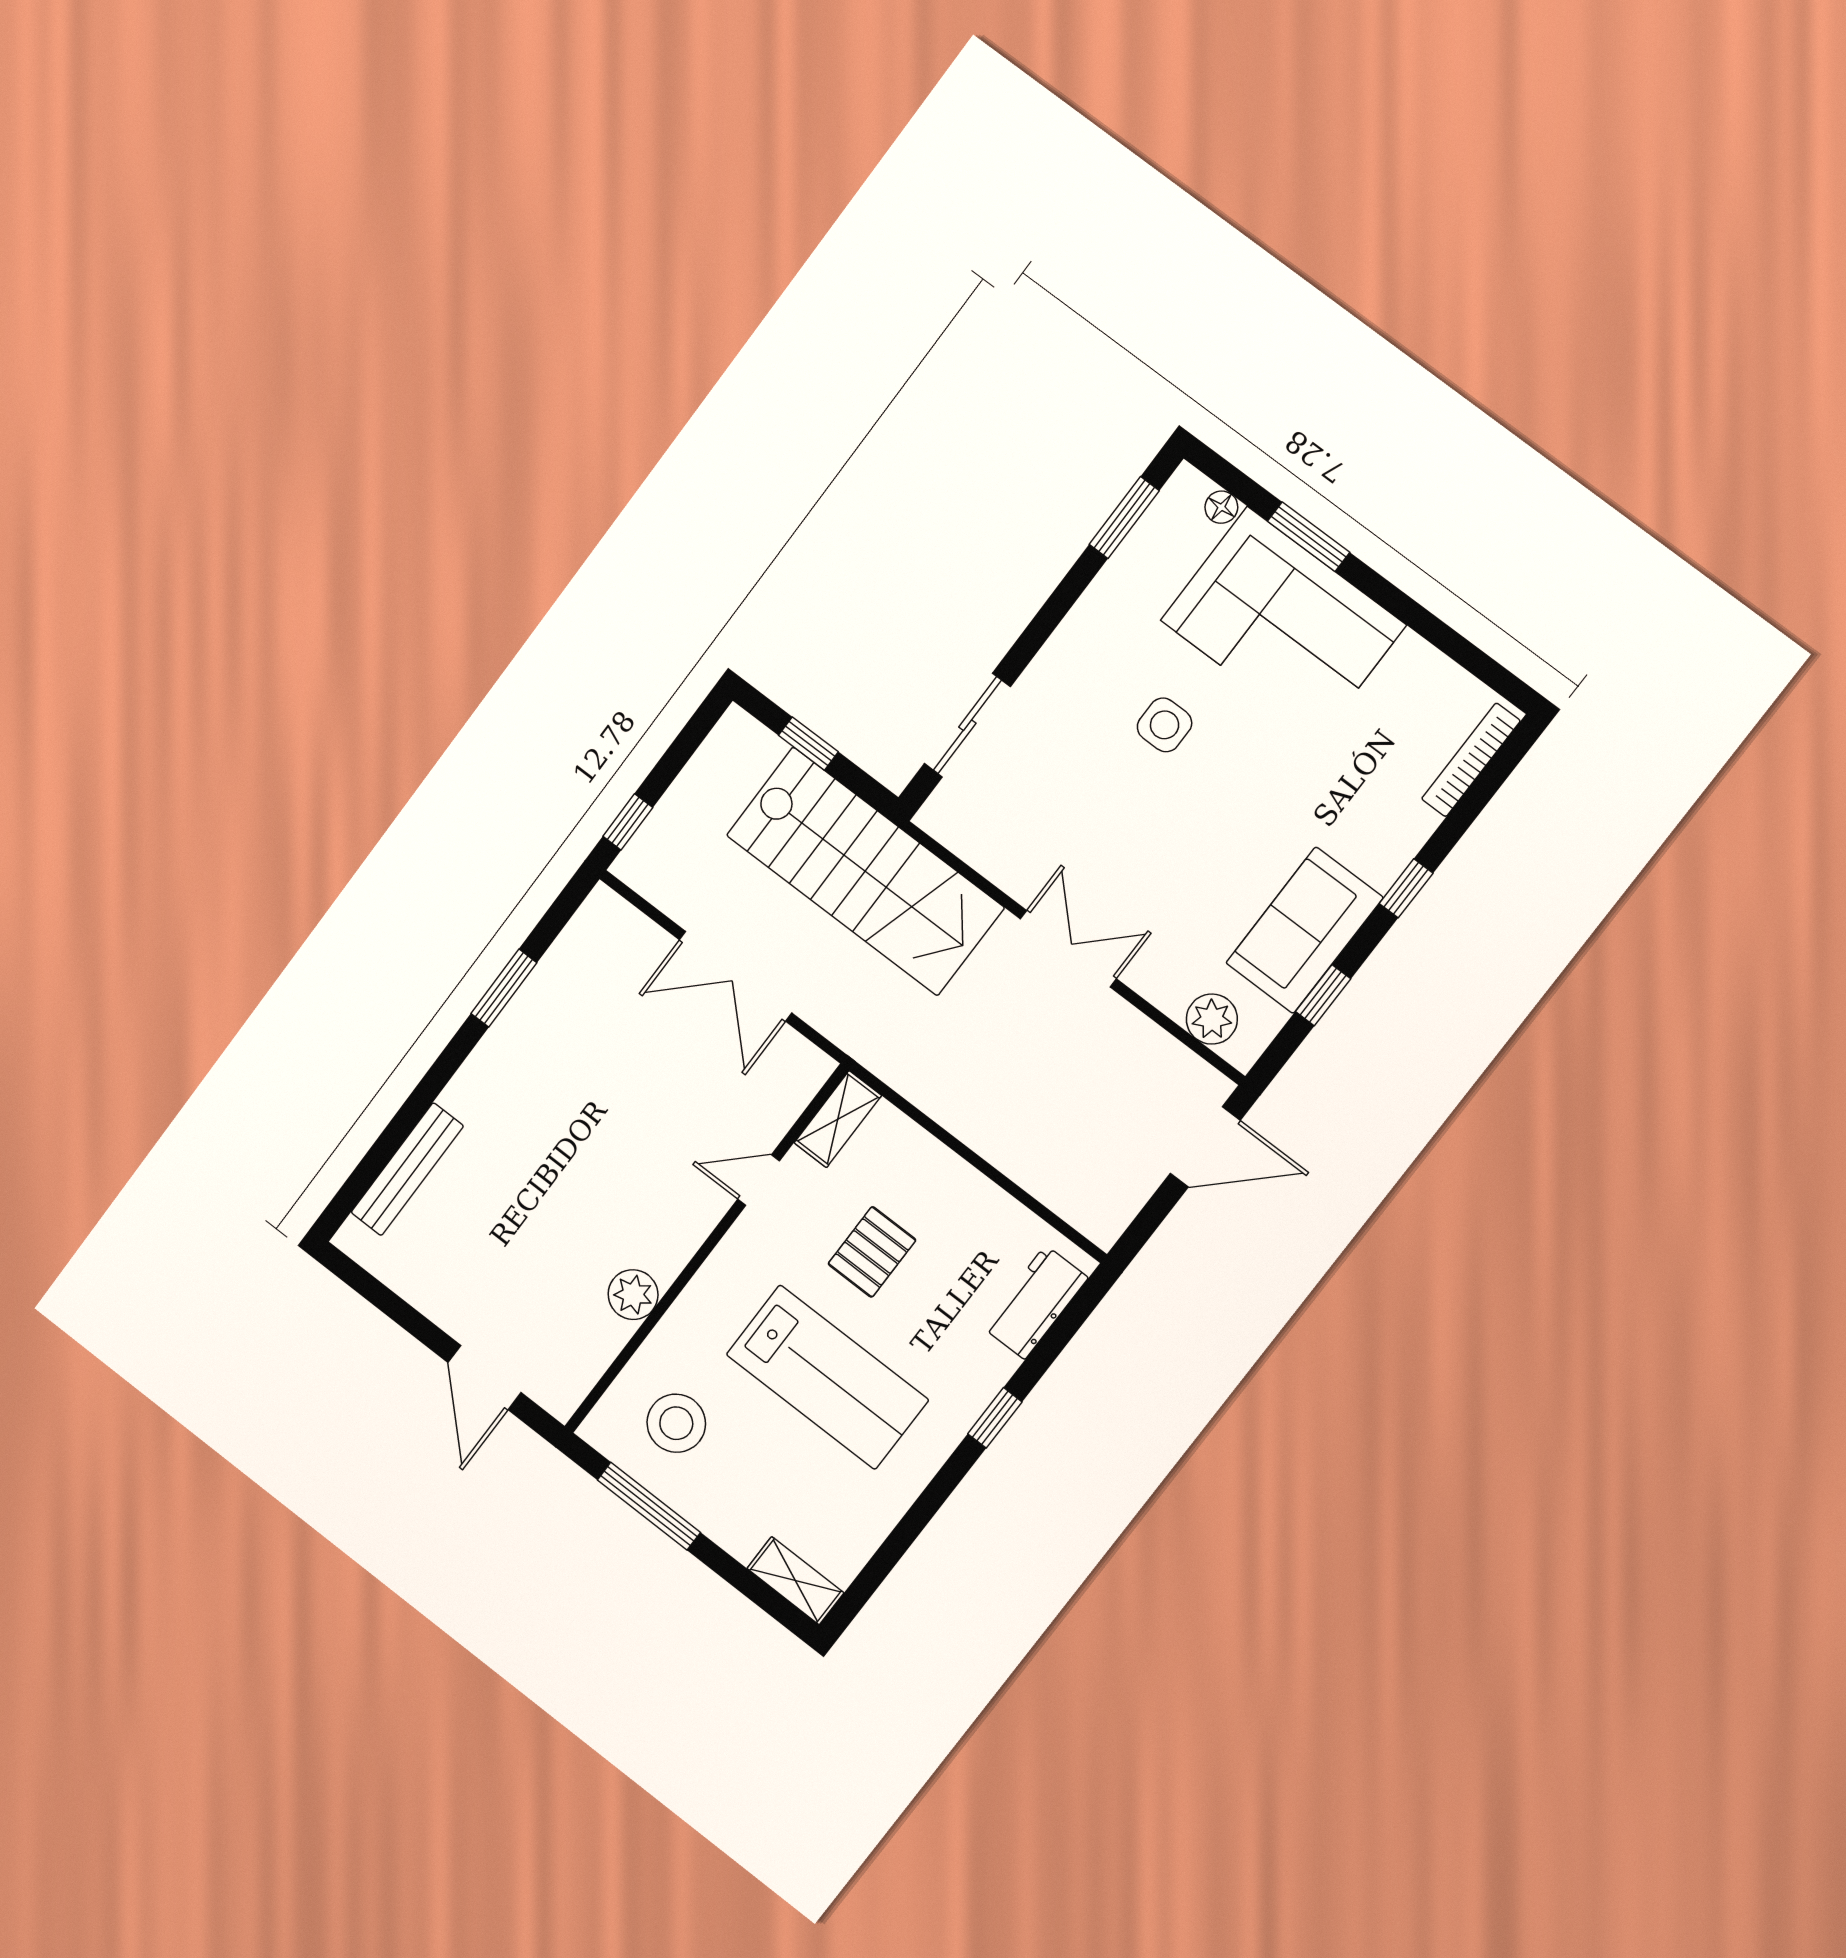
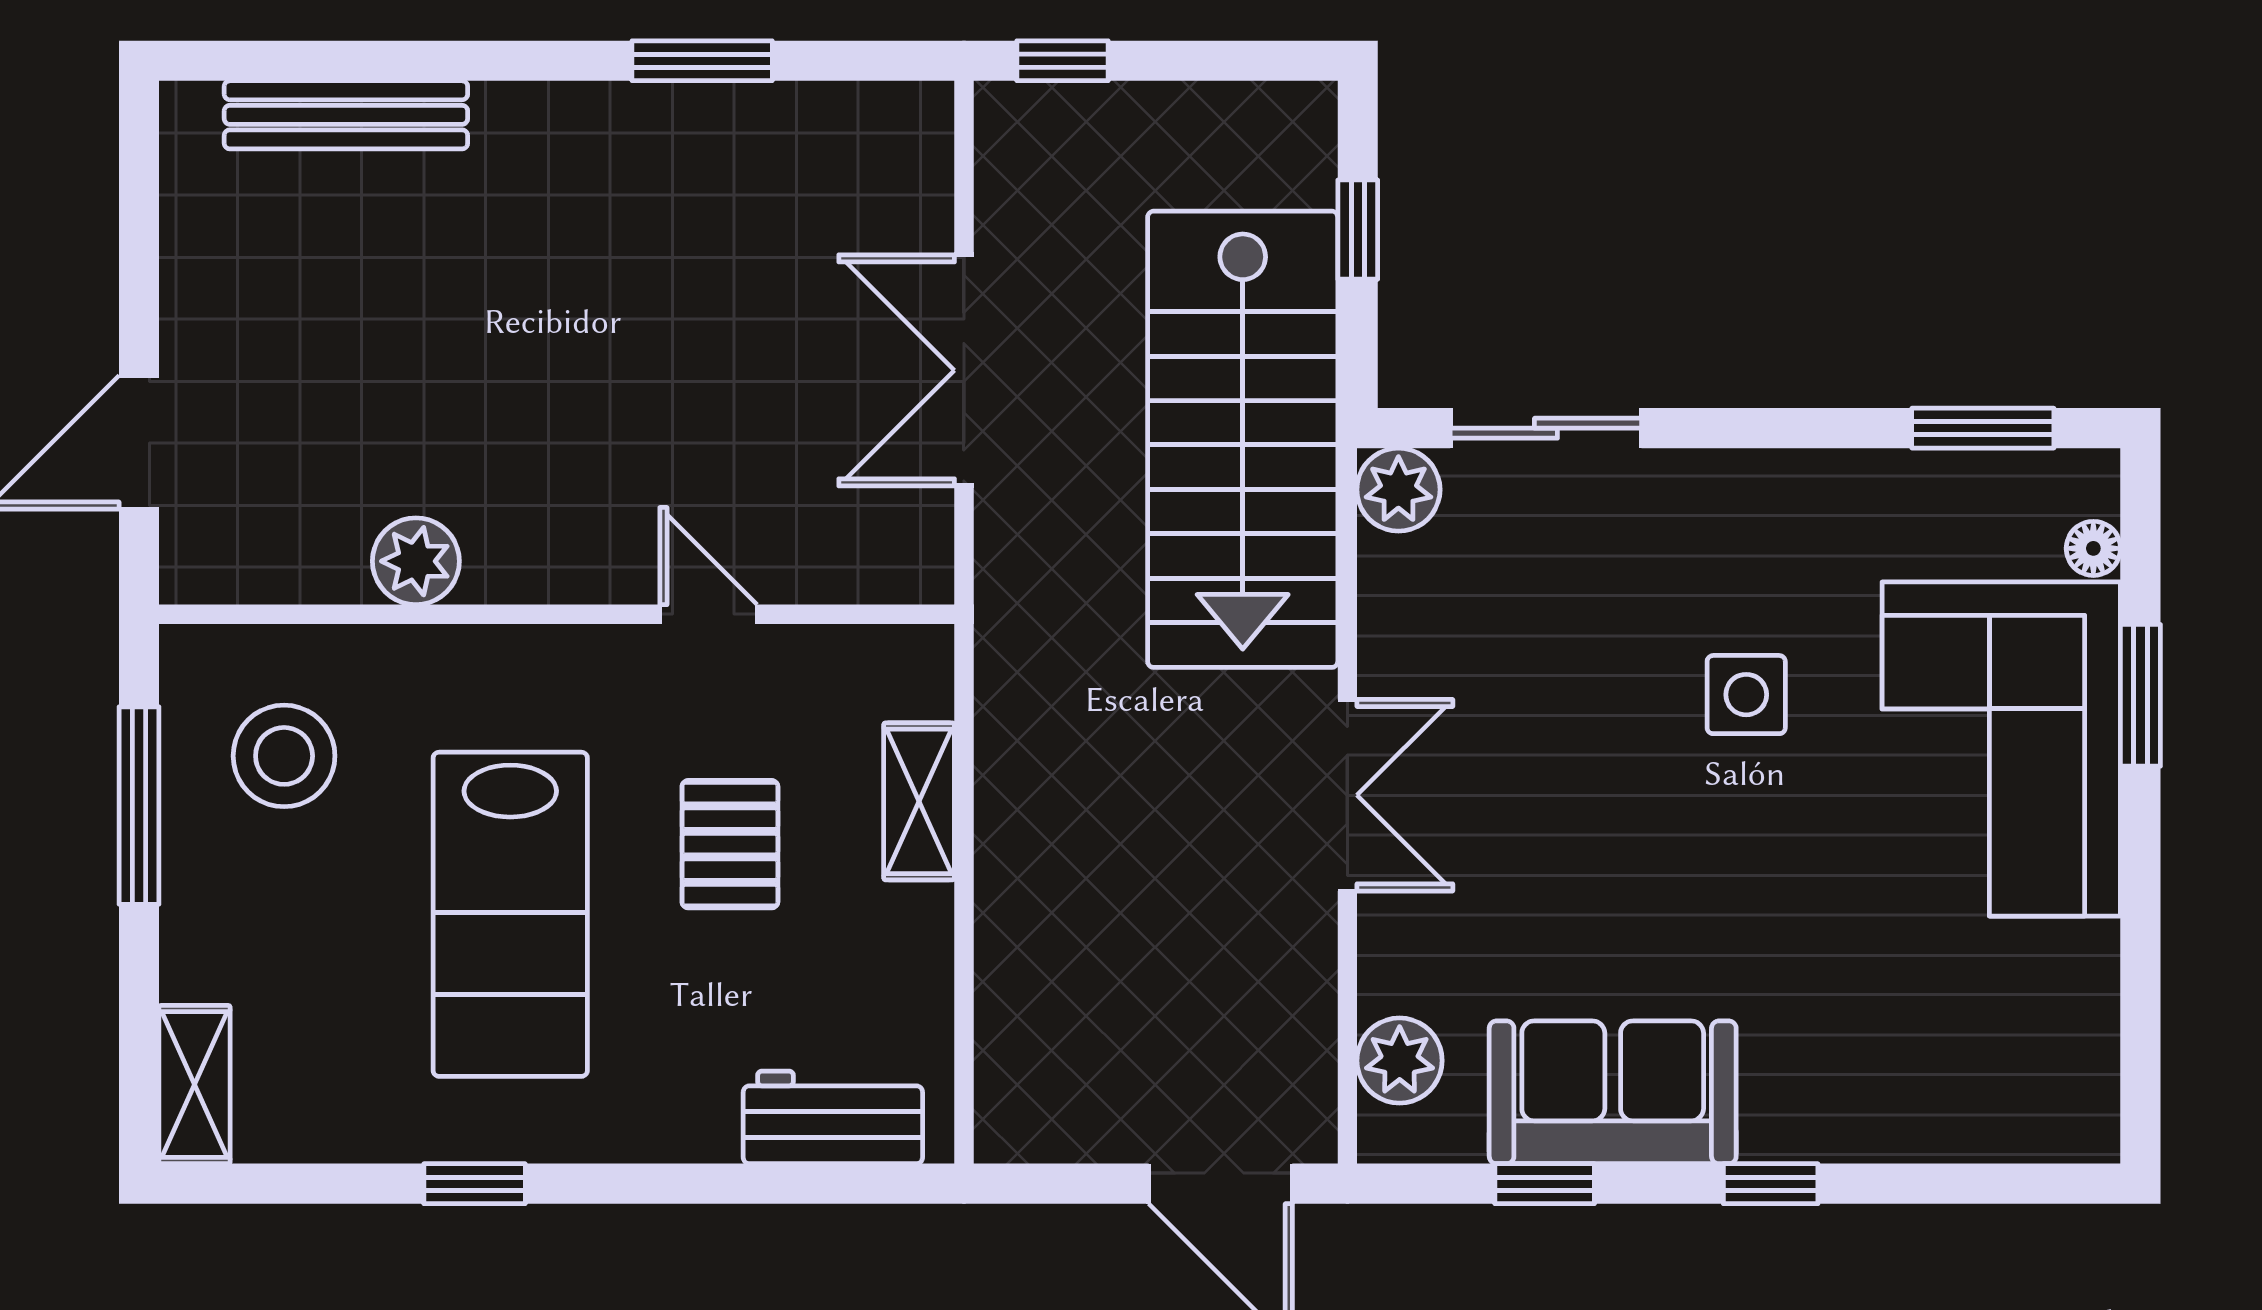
bookcase: (1471, 760) -> (2006, 1138), removed
plant: (944, 816) -> (1398, 490), added
shelving: (838, 1119) -> (919, 801), moved, turned 90
pallet: (872, 1252) -> (730, 844), turned 90
window: (995, 1418) -> (475, 1184), moved

